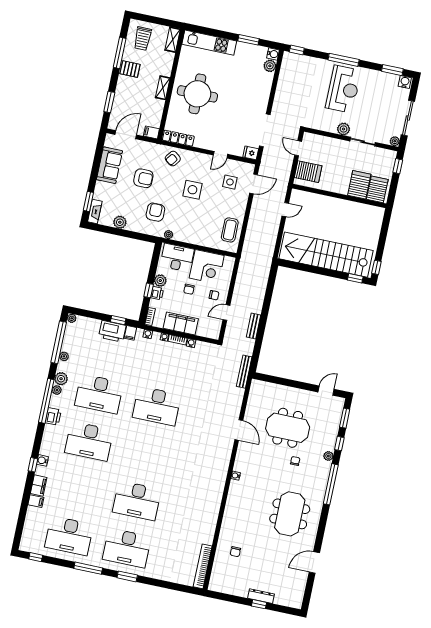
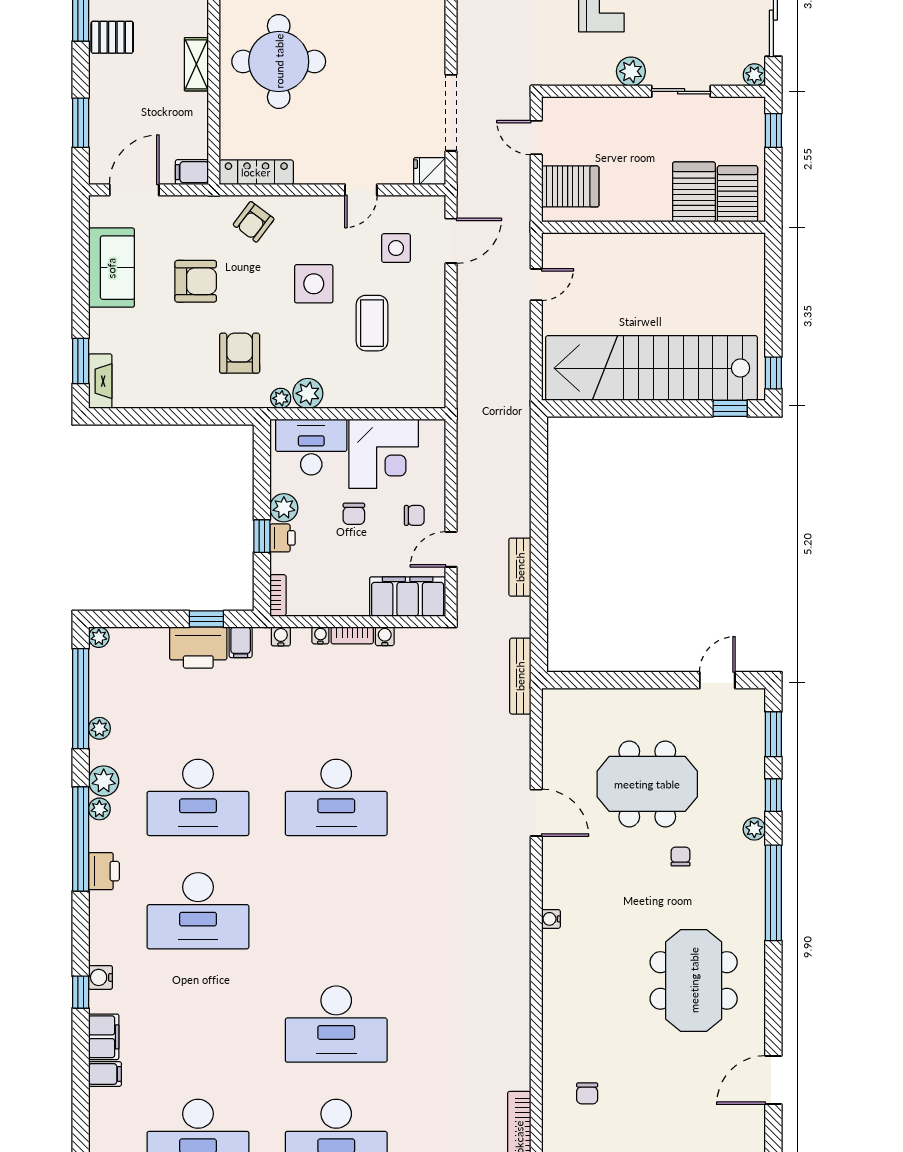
plant: (120, 222) -> (308, 393), moved
coffee table: (230, 230) -> (372, 323), moved
filing cabinet: (181, 324) -> (408, 597), moved

